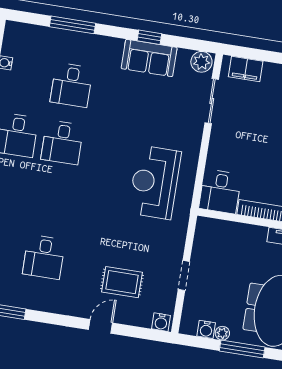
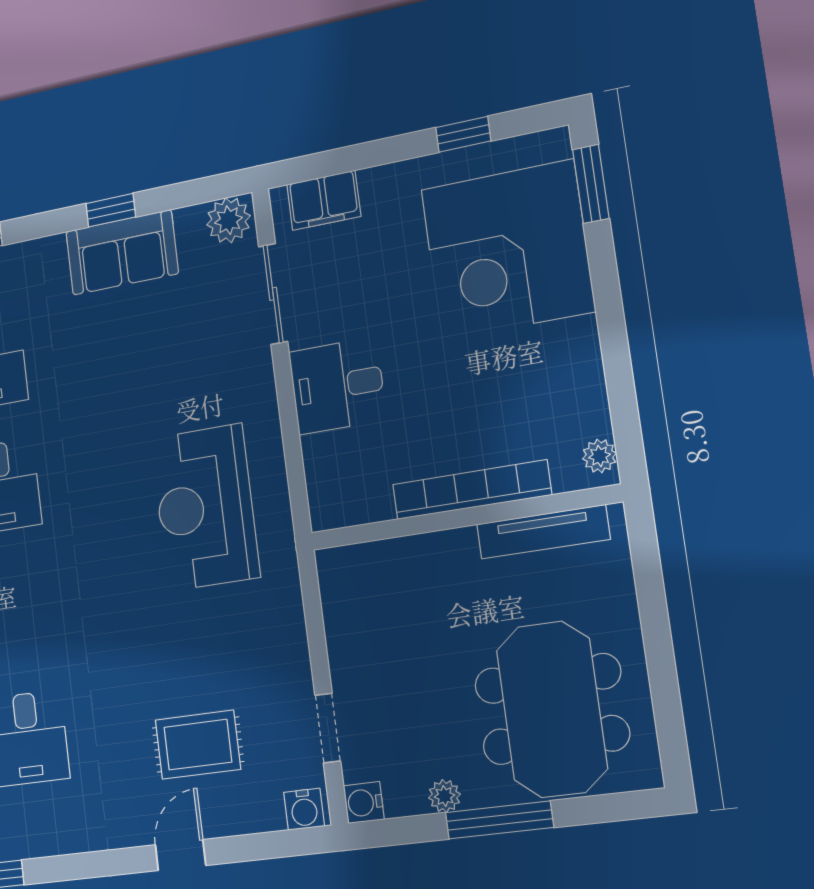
desk: (220, 191) -> (337, 386), moved, turned 90
doorway: (184, 276) -> (328, 728), moved
water cooler: (206, 329) -> (364, 803), moved, turned 90

